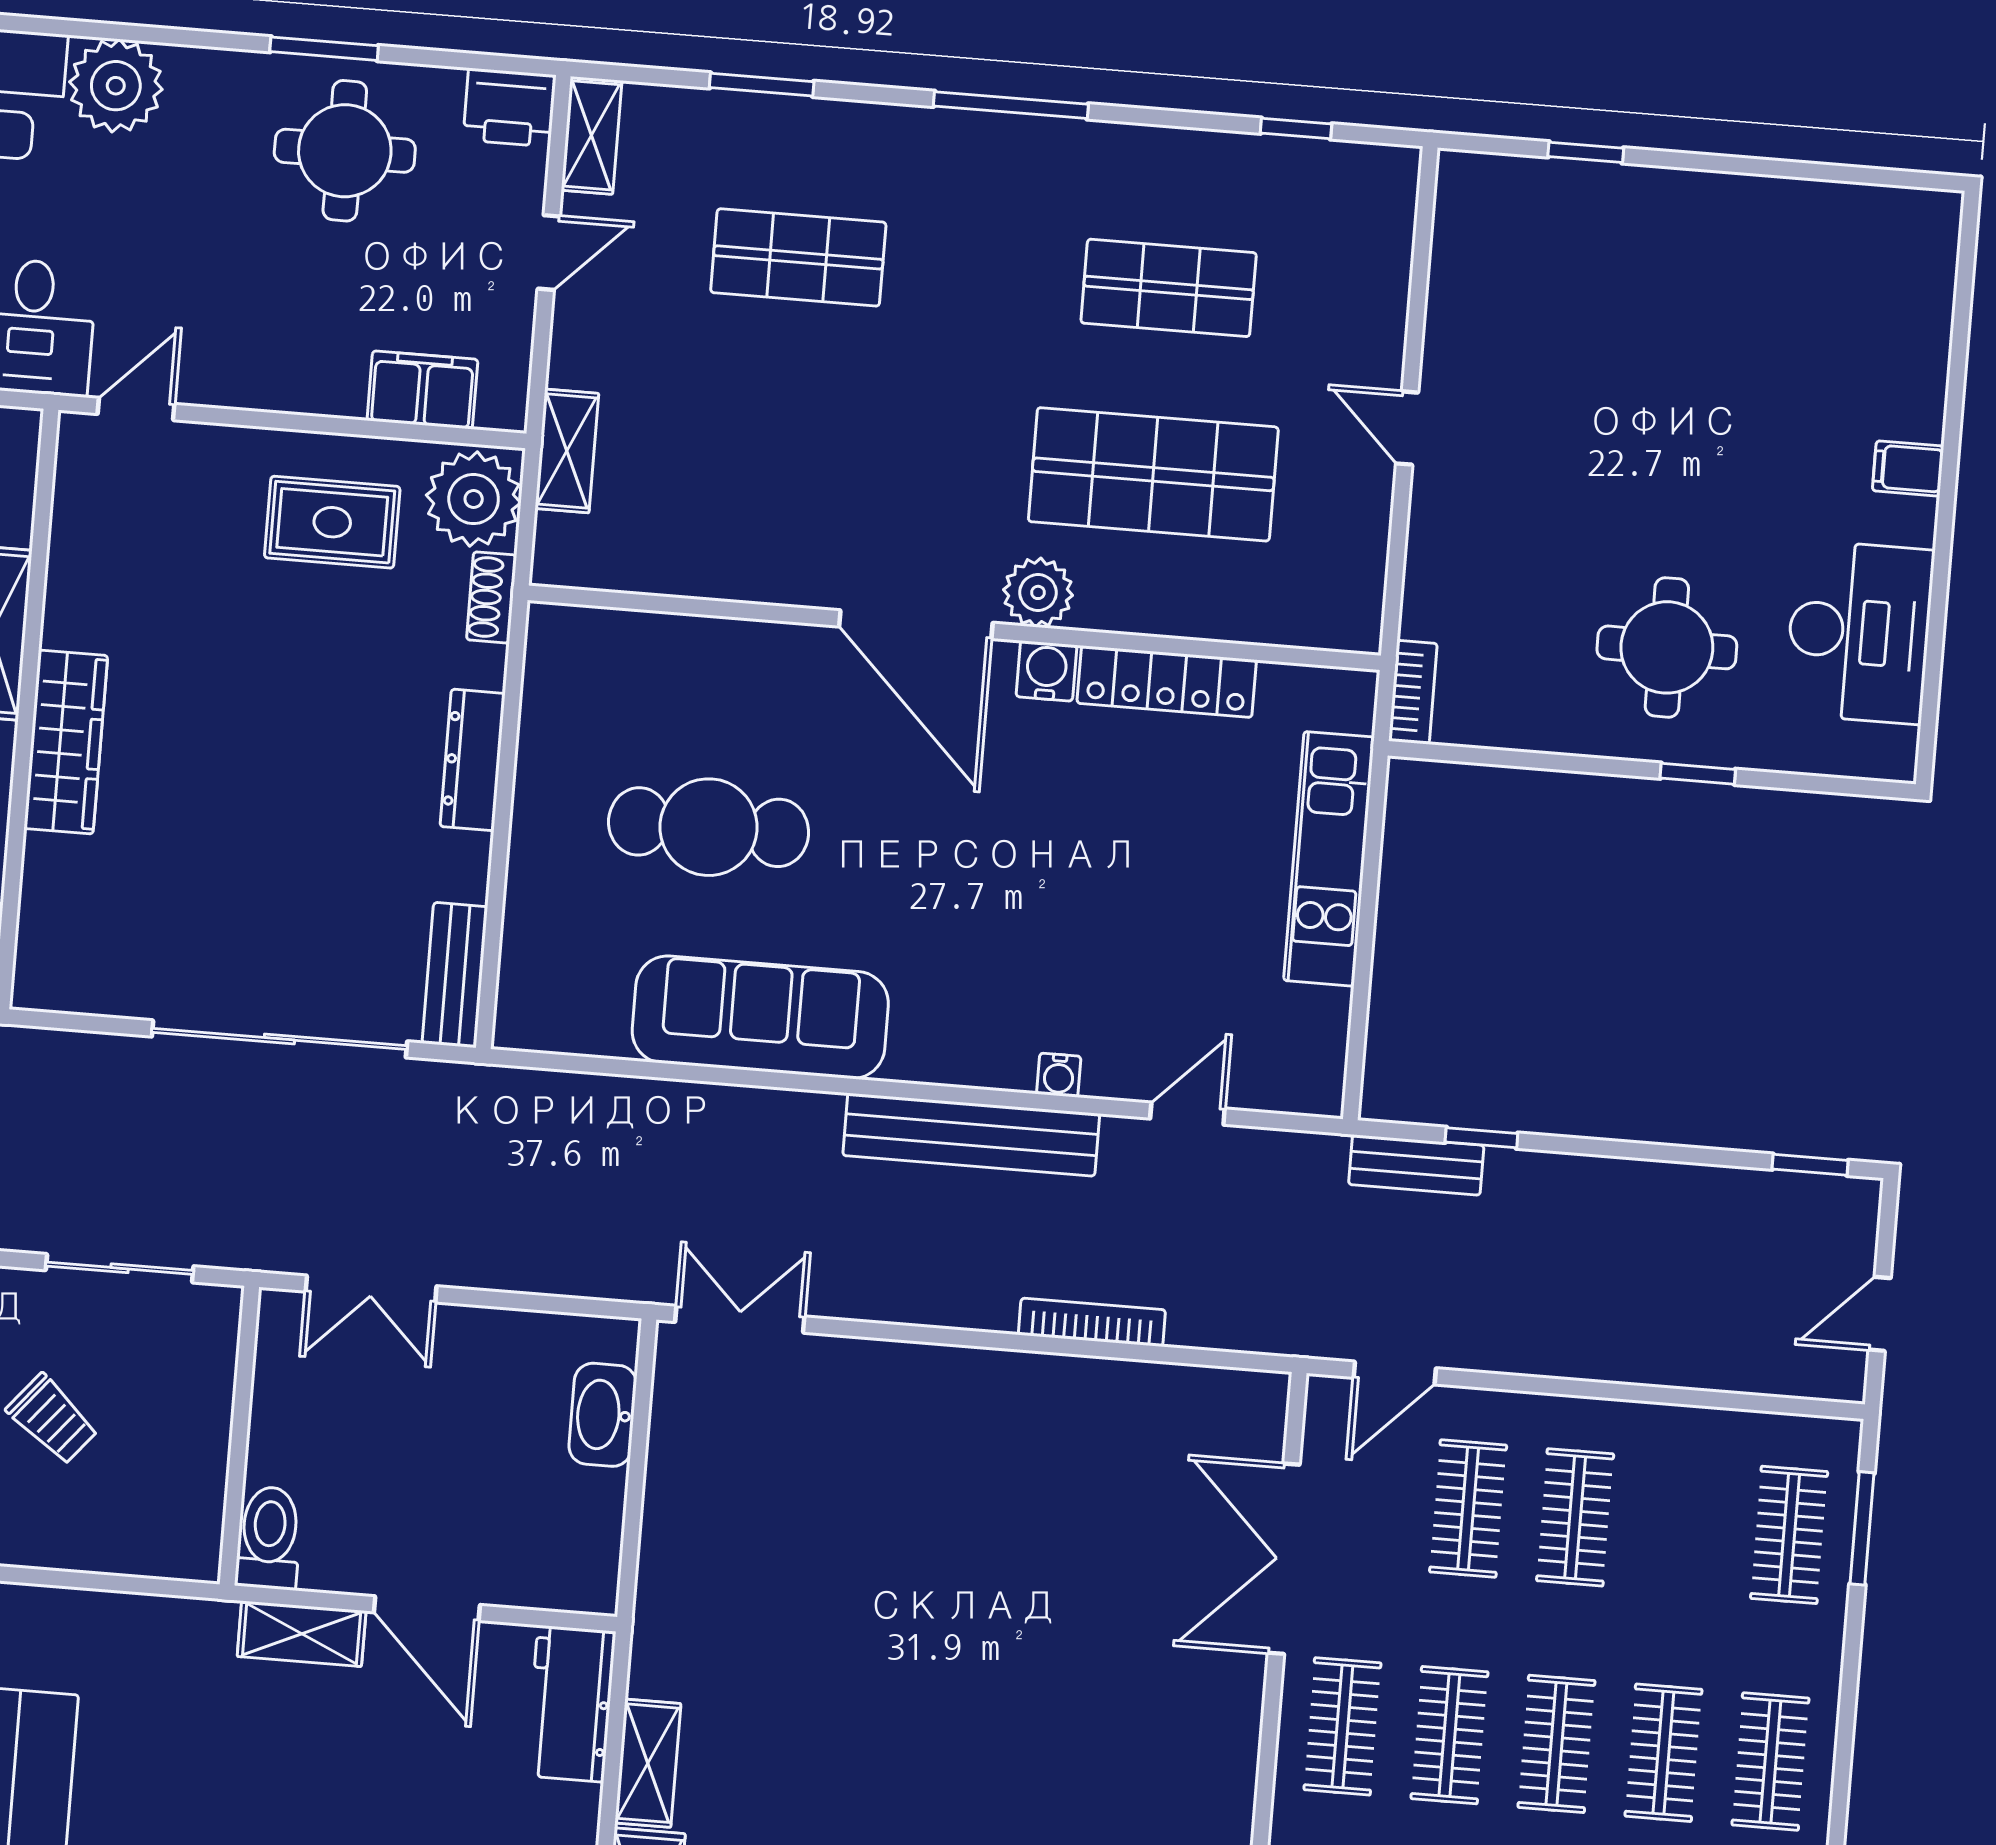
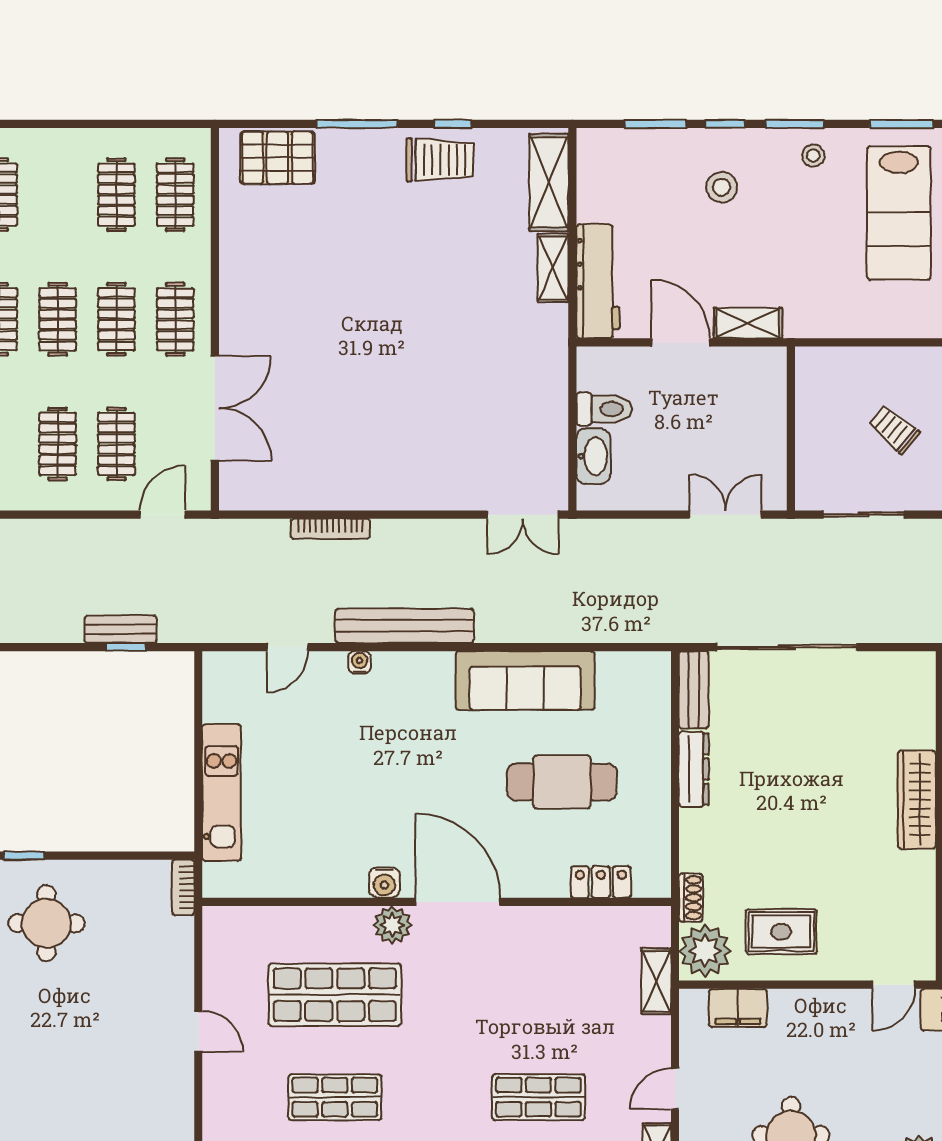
locker: (1167, 682) -> (601, 882), moved, width x0.66
dresser: (473, 760) -> (694, 769), moved
bench: (1416, 1165) -> (121, 629), moved
toilet: (269, 1538) -> (604, 409), moved, turned -90
workbench: (571, 1704) -> (598, 281), width x1.37

